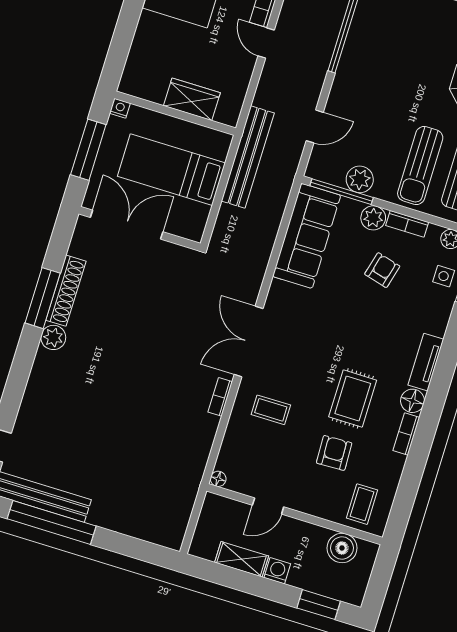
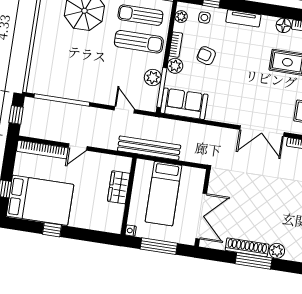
double door: (127, 225) -> (201, 216), swing flipped
sofa: (307, 236) -> (184, 104), width x0.73
tv unit: (426, 362) -> (243, 18), moved

